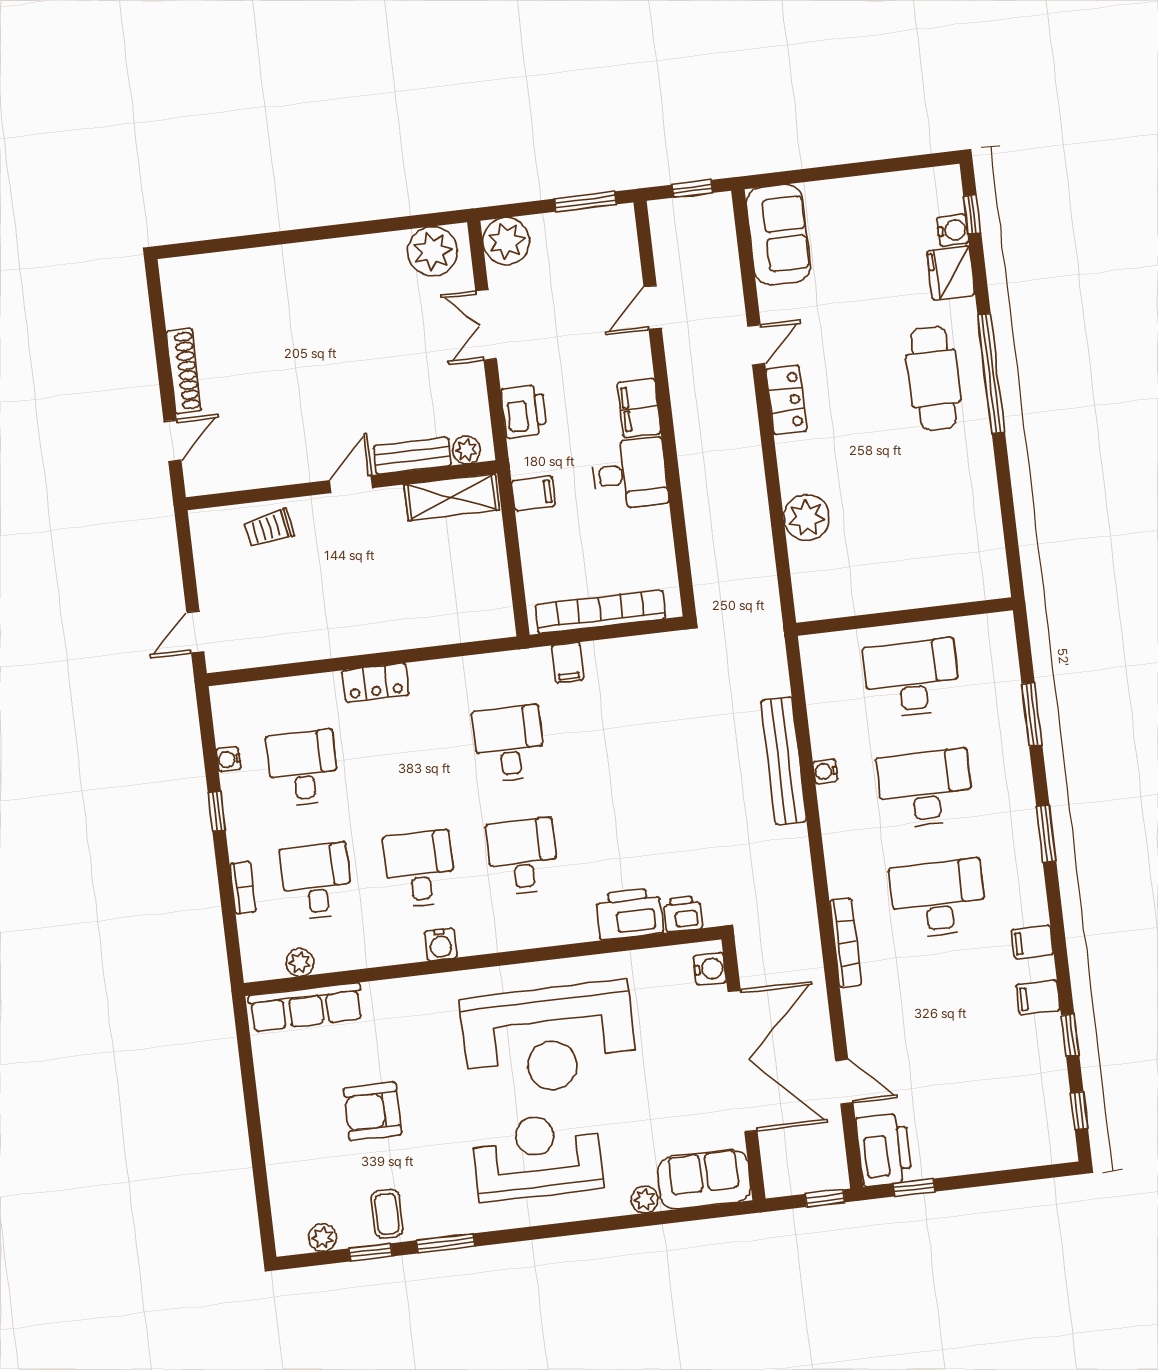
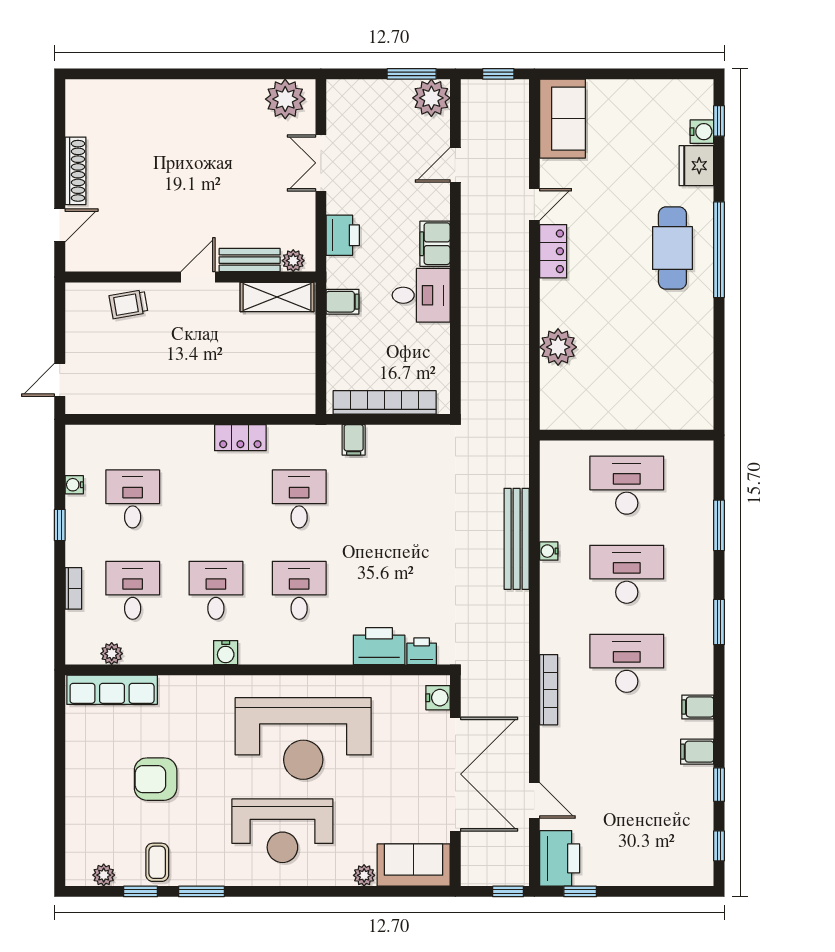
plant: (506, 241) -> (431, 98), moved
locker: (376, 683) -> (240, 438), moved
reception desk: (537, 1156) -> (282, 831), turned 180

